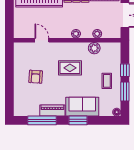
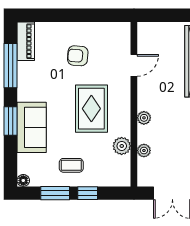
rug: (70, 68) -> (91, 109), width x1.36, depth x1.43
piano: (52, 111) -> (26, 41), moved

